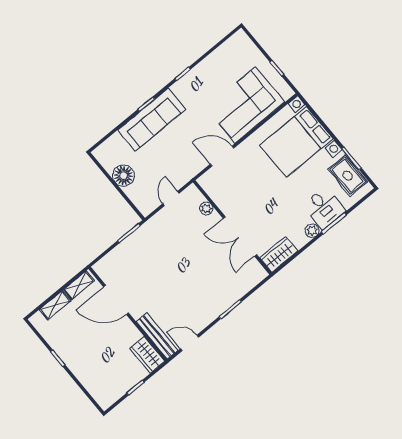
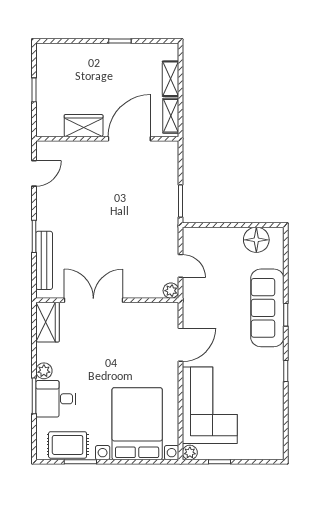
plant: (287, 92) -> (190, 453), added
floor lamp: (124, 176) -> (256, 240), moved
plant: (206, 209) -> (171, 291), moved
bench: (157, 336) -> (44, 260), moved, turned 90
wardrobe: (147, 355) -> (84, 126), moved

